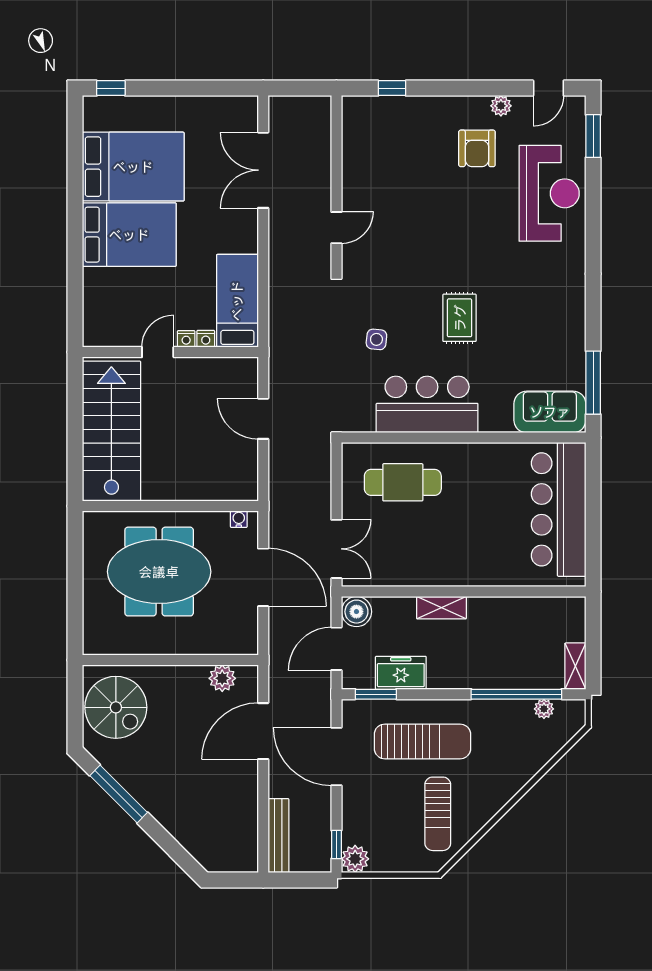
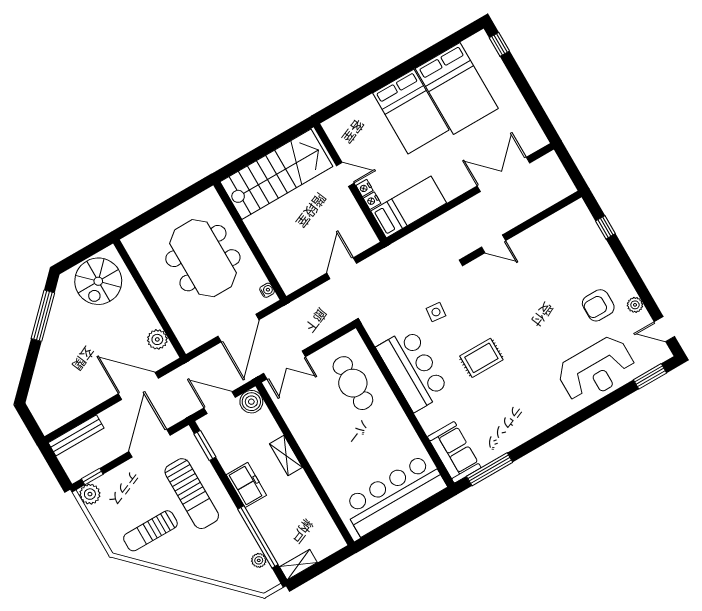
freezer: (401, 673) -> (246, 485), moved

